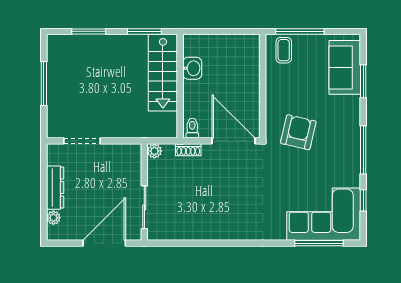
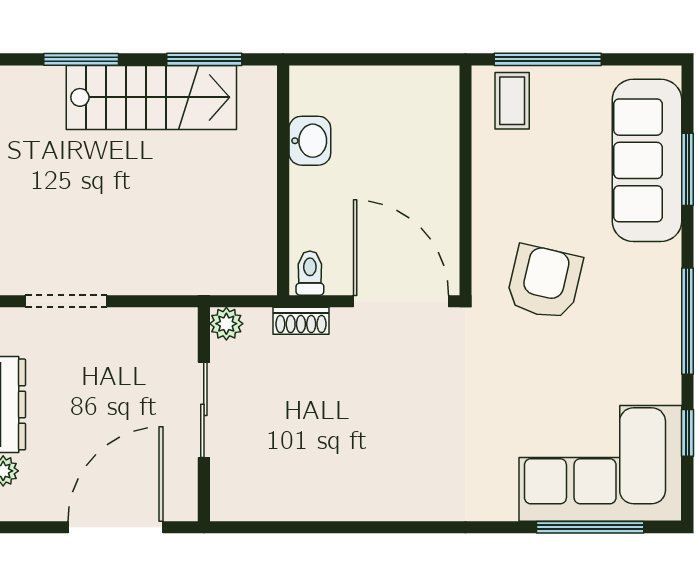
sofa: (345, 67) -> (647, 160), width x1.36
stairs: (163, 73) -> (151, 97), moved, turned -90
sliding door: (144, 207) -> (204, 410), moved

